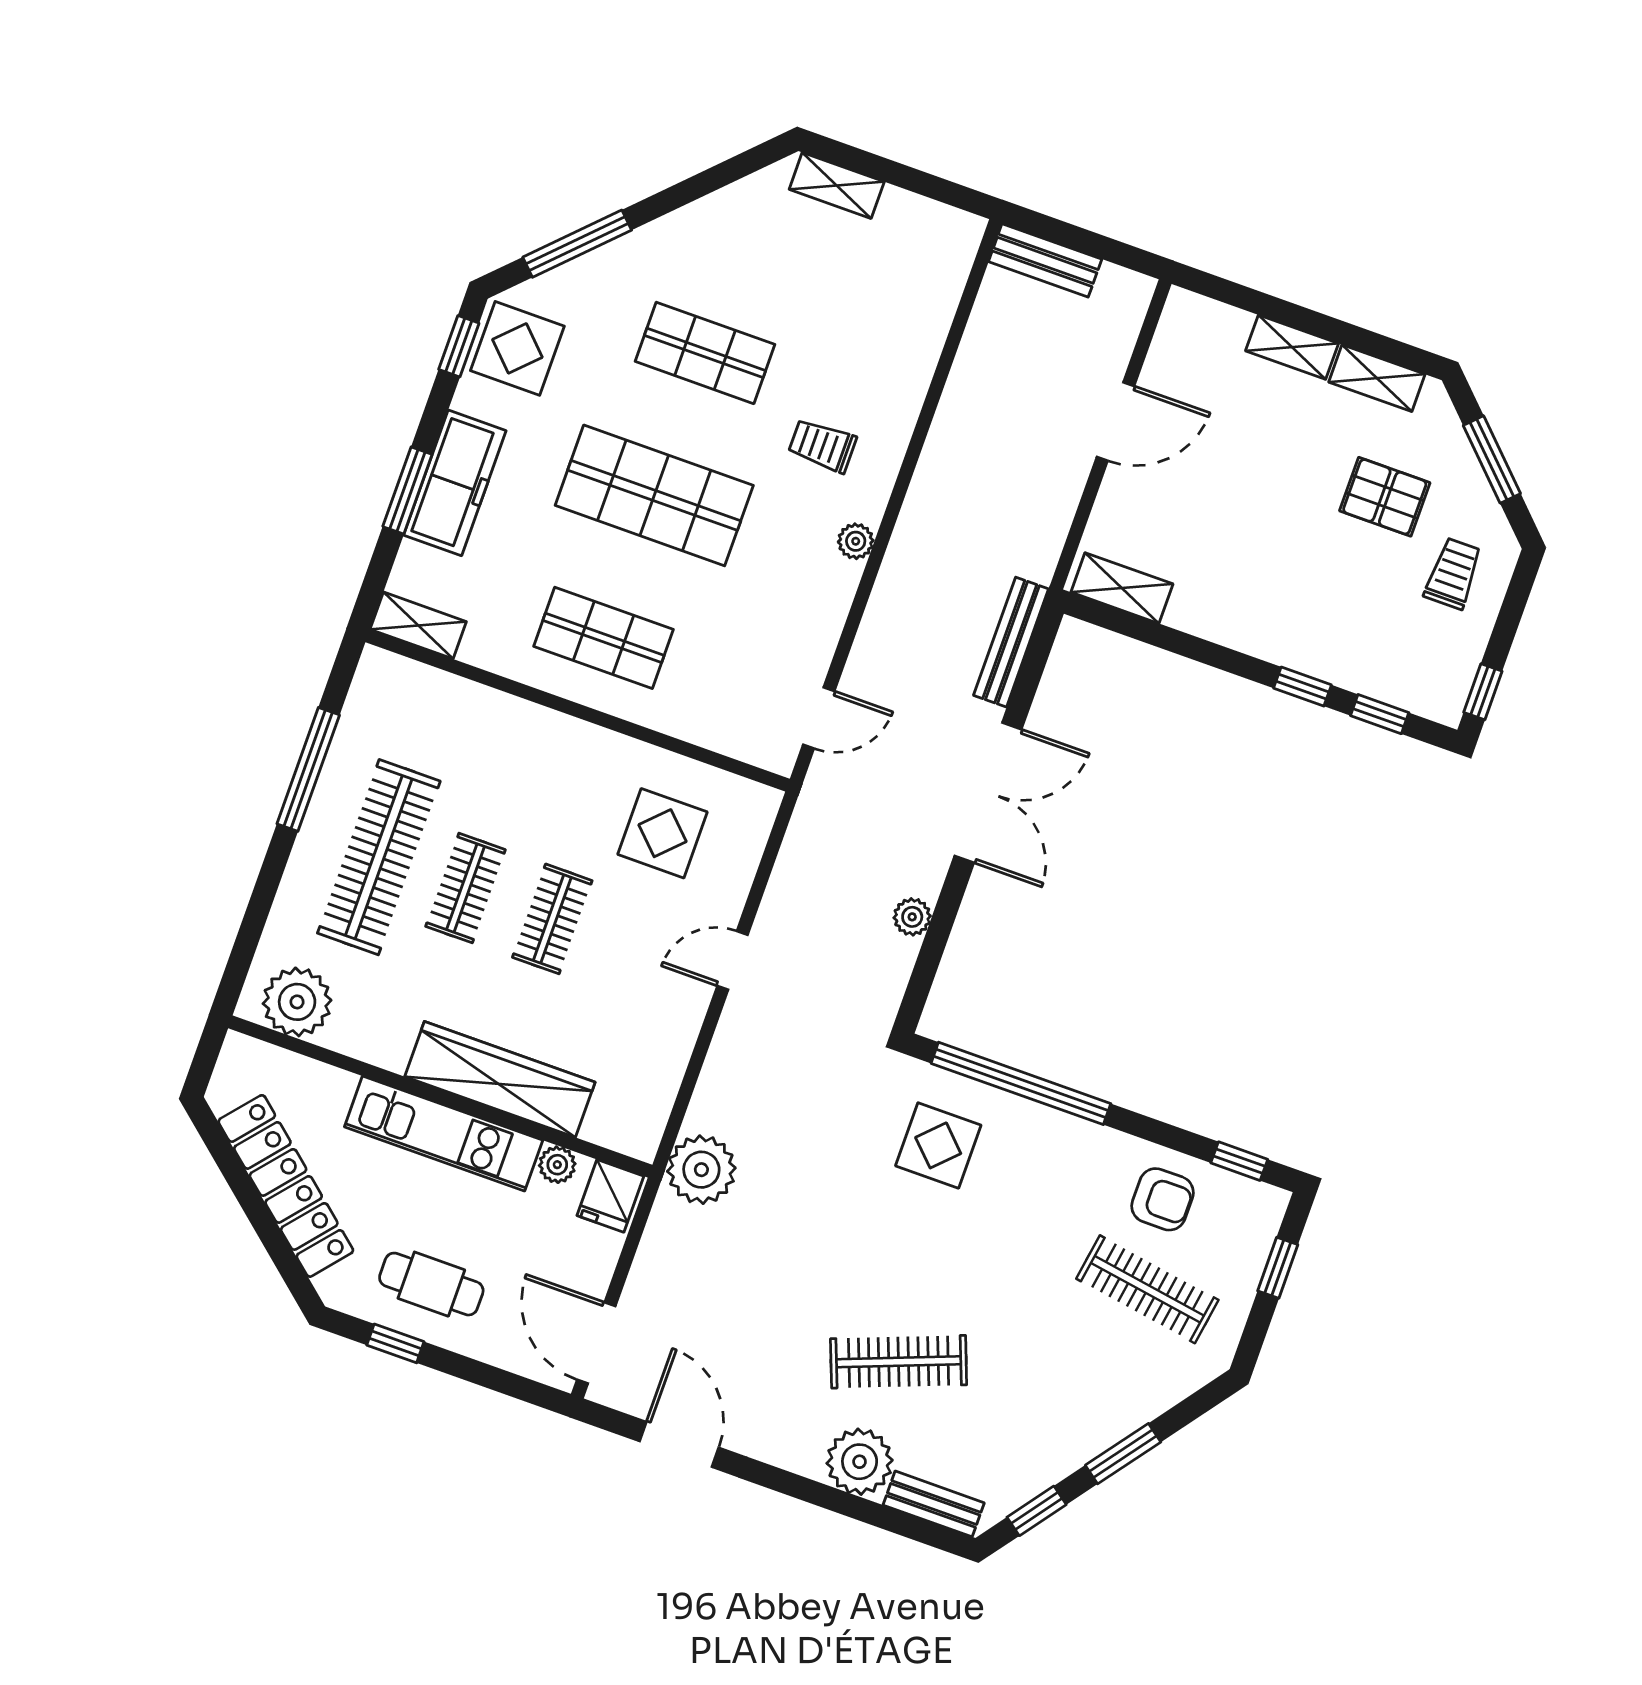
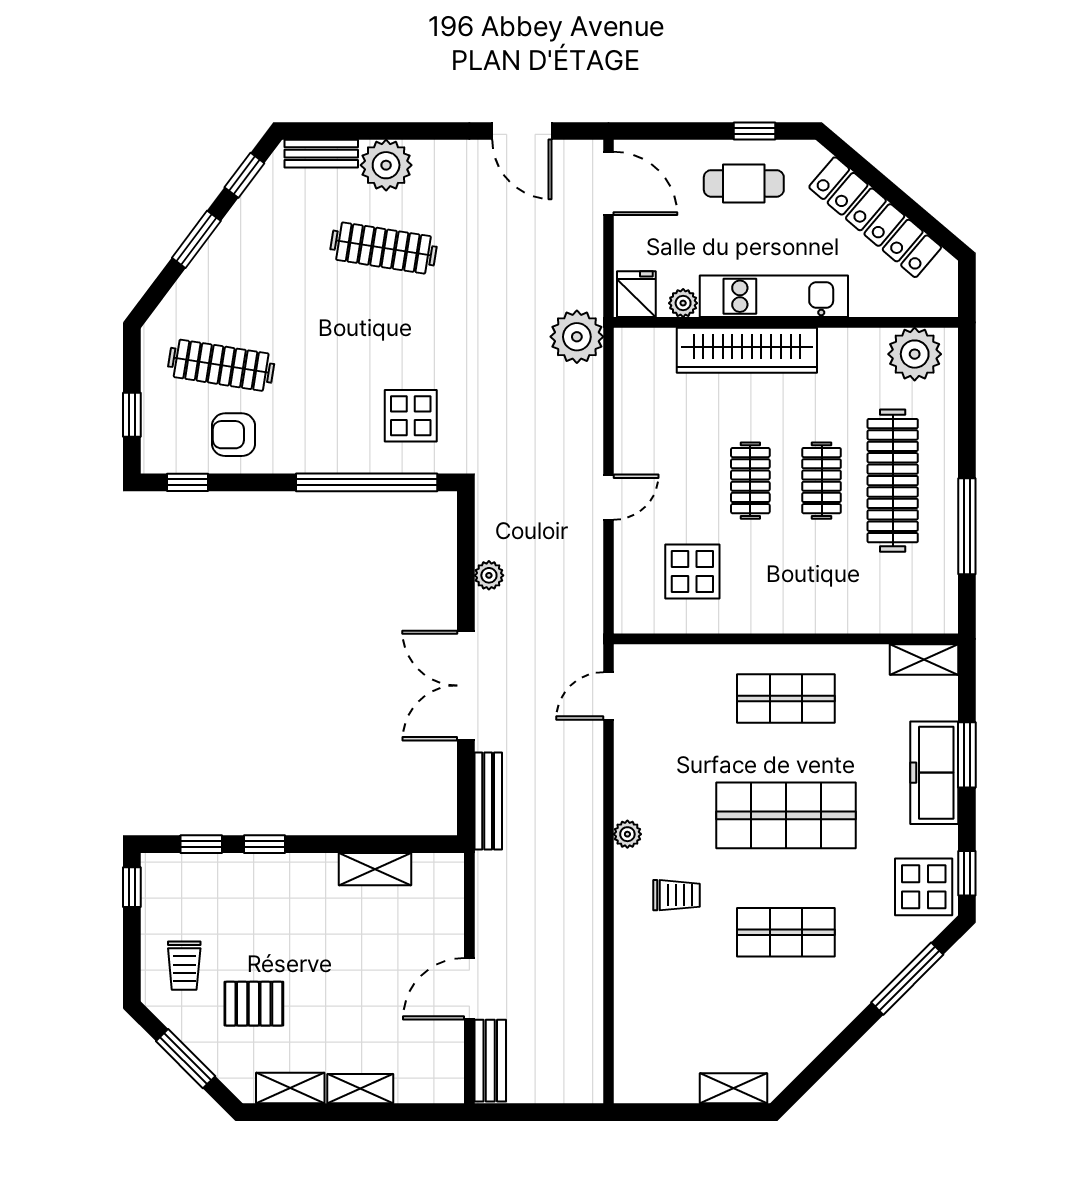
bench: (1045, 260) -> (490, 1061), moved, turned 90
shelving: (1122, 588) -> (375, 869), moved
clothes rail: (899, 1362) -> (384, 248), turned 30

